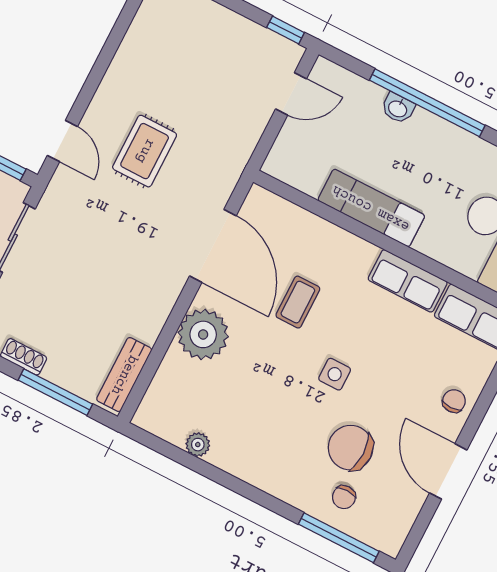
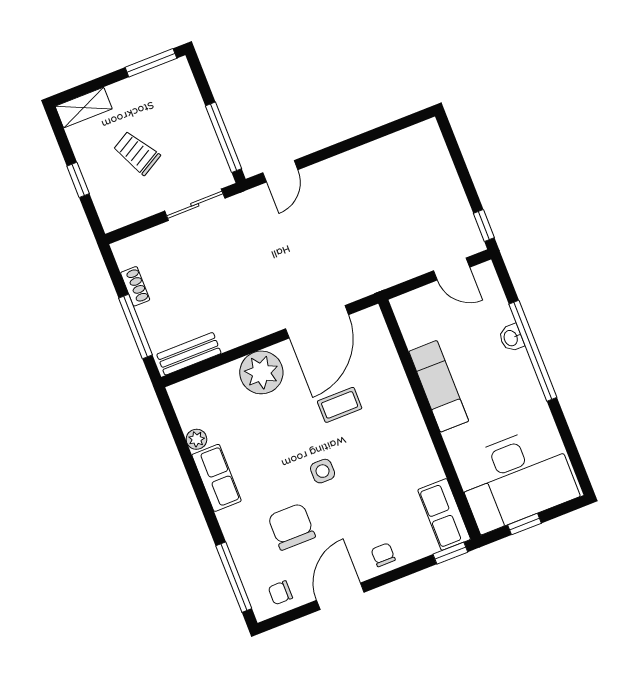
rug: (145, 151) -> (327, 223), removed
row of seats: (408, 281) -> (217, 478), moved, turned 180
chair: (454, 401) -> (383, 555), turned -90
chair: (344, 497) -> (280, 593), moved

